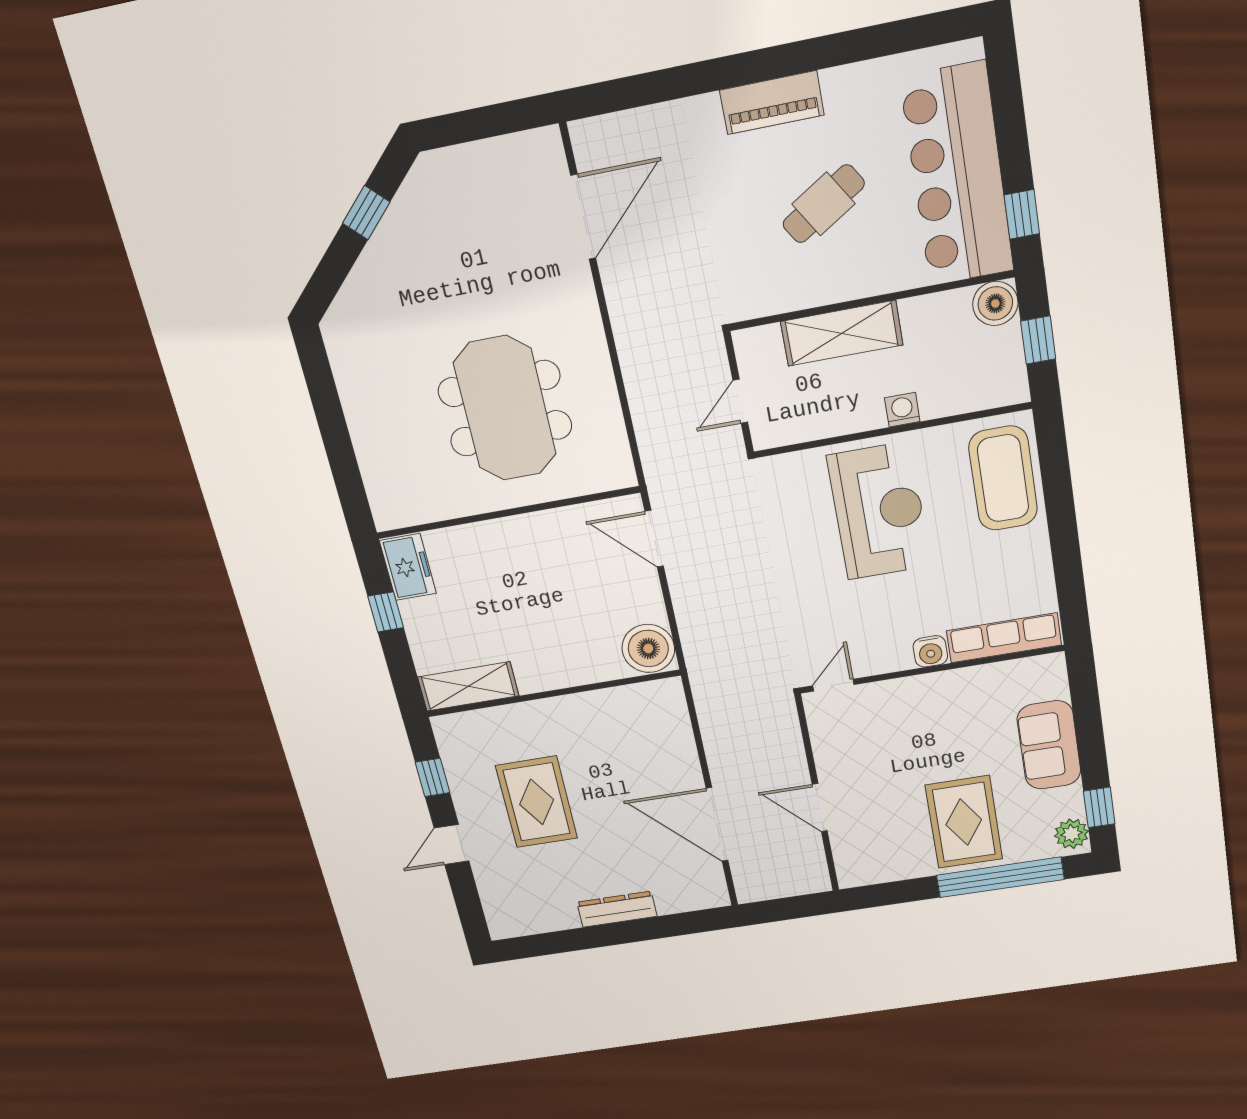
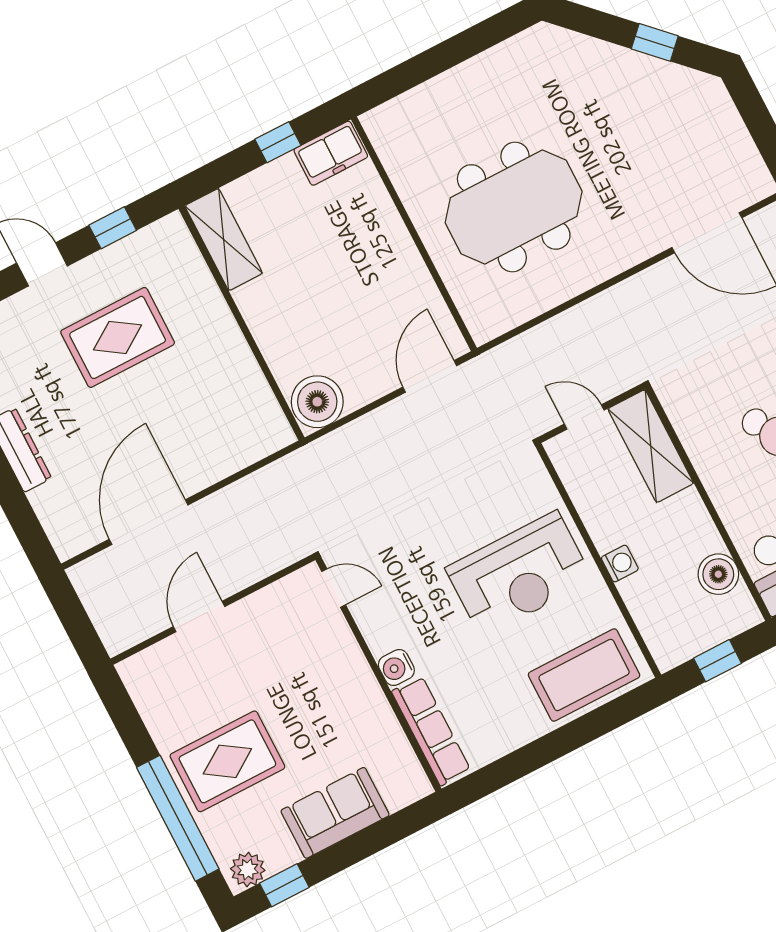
boiler: (995, 303) -> (718, 574), moved
shelving: (842, 333) -> (651, 446), moved

